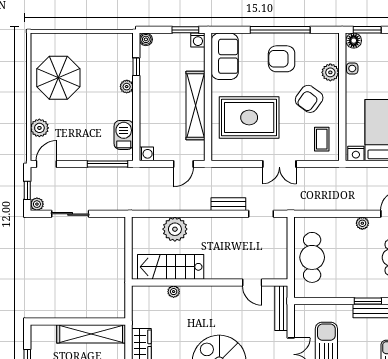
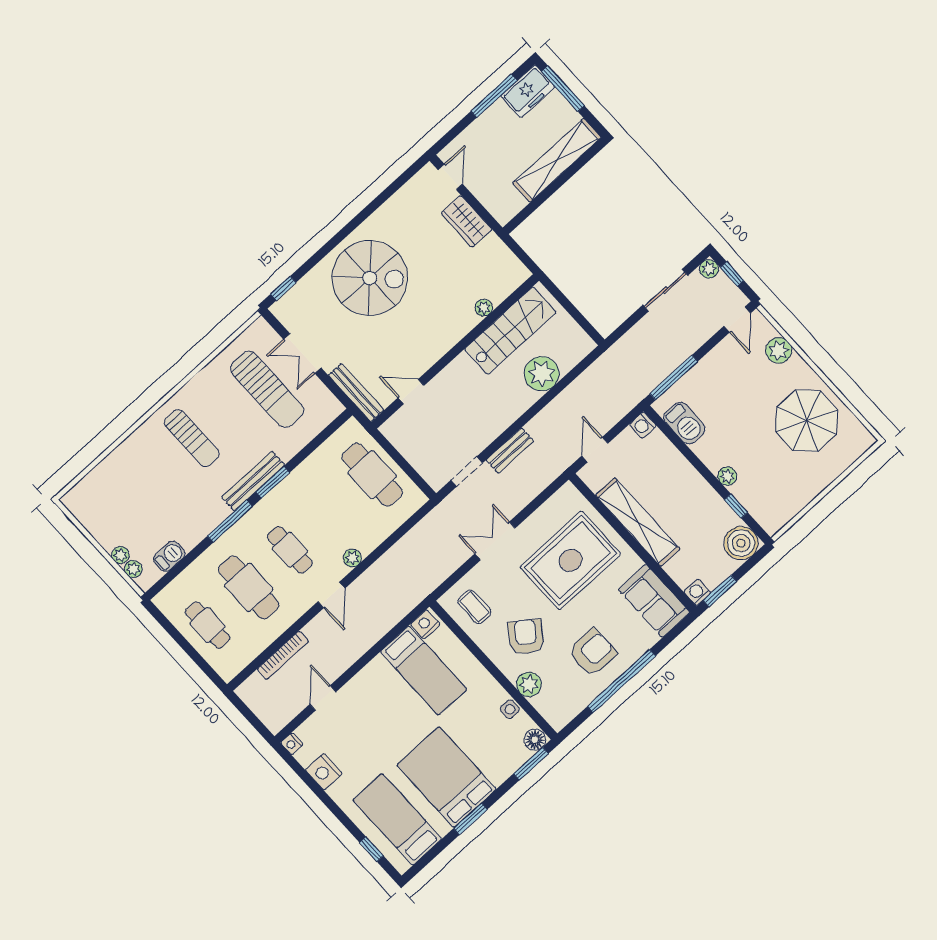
boiler: (146, 39) -> (741, 543), width x1.86, depth x1.86
shelving: (91, 334) -> (557, 160), moved

